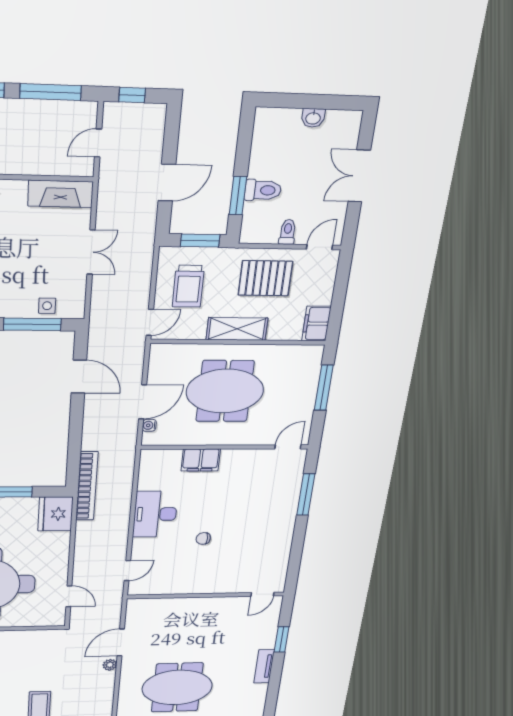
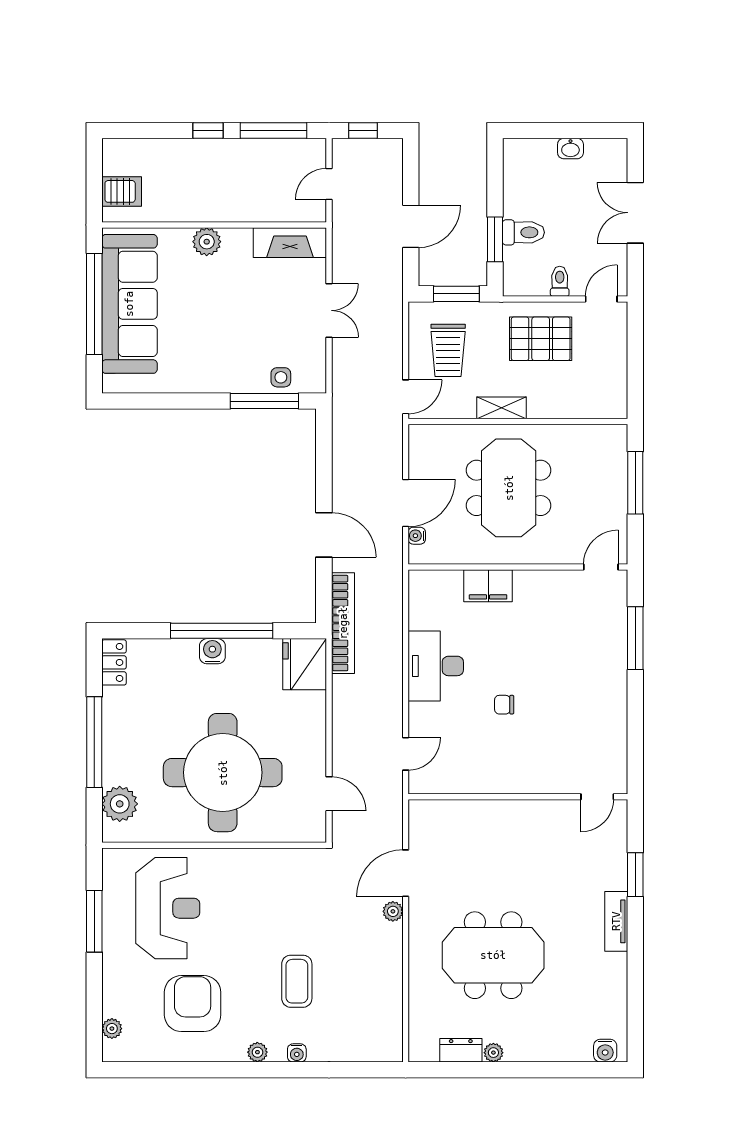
filing cabinet: (316, 324) -> (612, 396), removed
shelving: (237, 329) -> (501, 408), width x0.67, depth x0.75
door: (79, 377) -> (324, 535), moved
meeting table: (225, 391) -> (509, 488), turned 90

